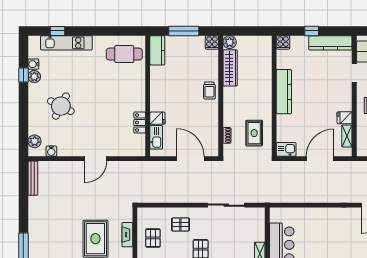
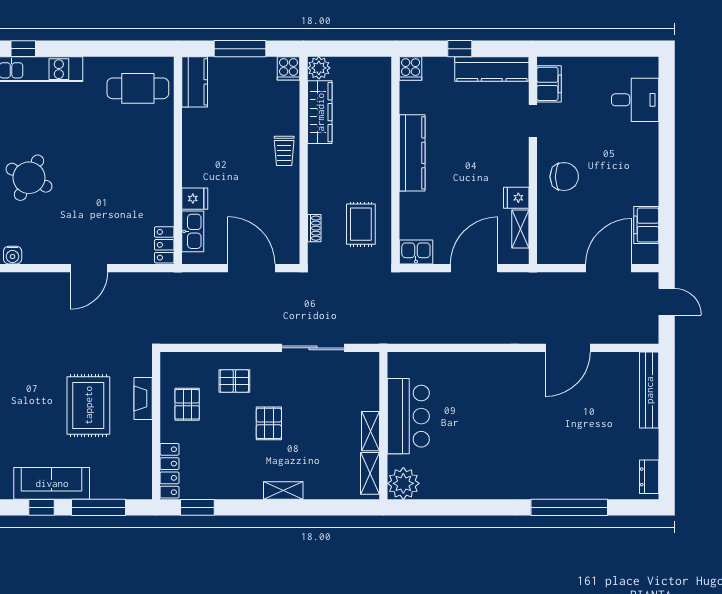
locker: (140, 123) -> (164, 245), moved

